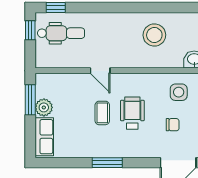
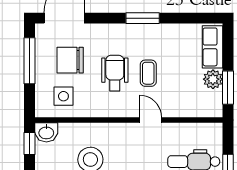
wheelchair: (132, 113) -> (115, 73), turned 180
chair: (173, 125) -> (70, 60), width x1.87, depth x1.87

